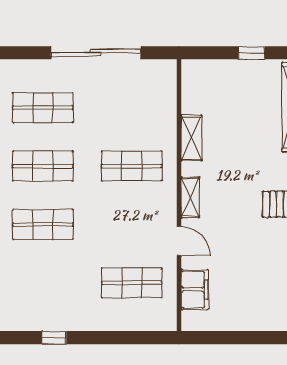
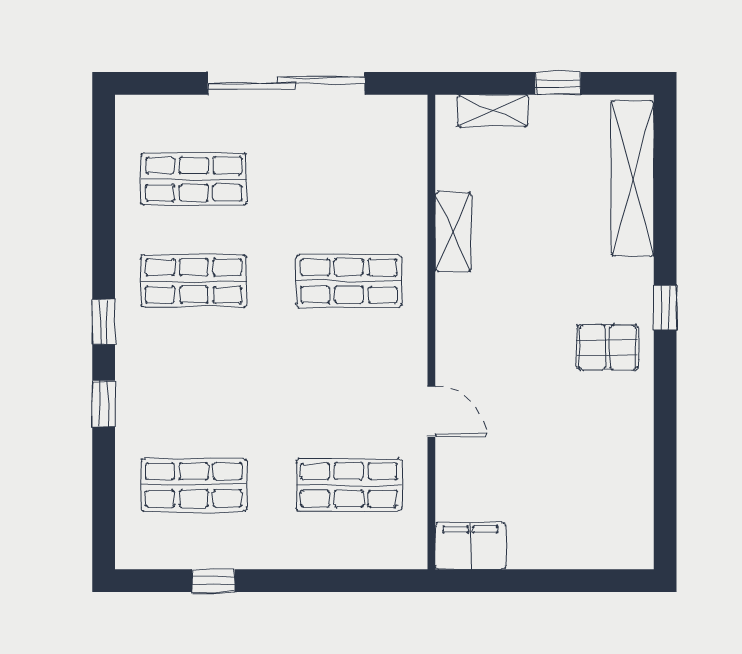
shelving: (190, 197) -> (493, 111), moved, turned 90
shop shelf: (43, 224) -> (194, 485), moved
filing cabinet: (195, 290) -> (470, 546), moved, turned -90

